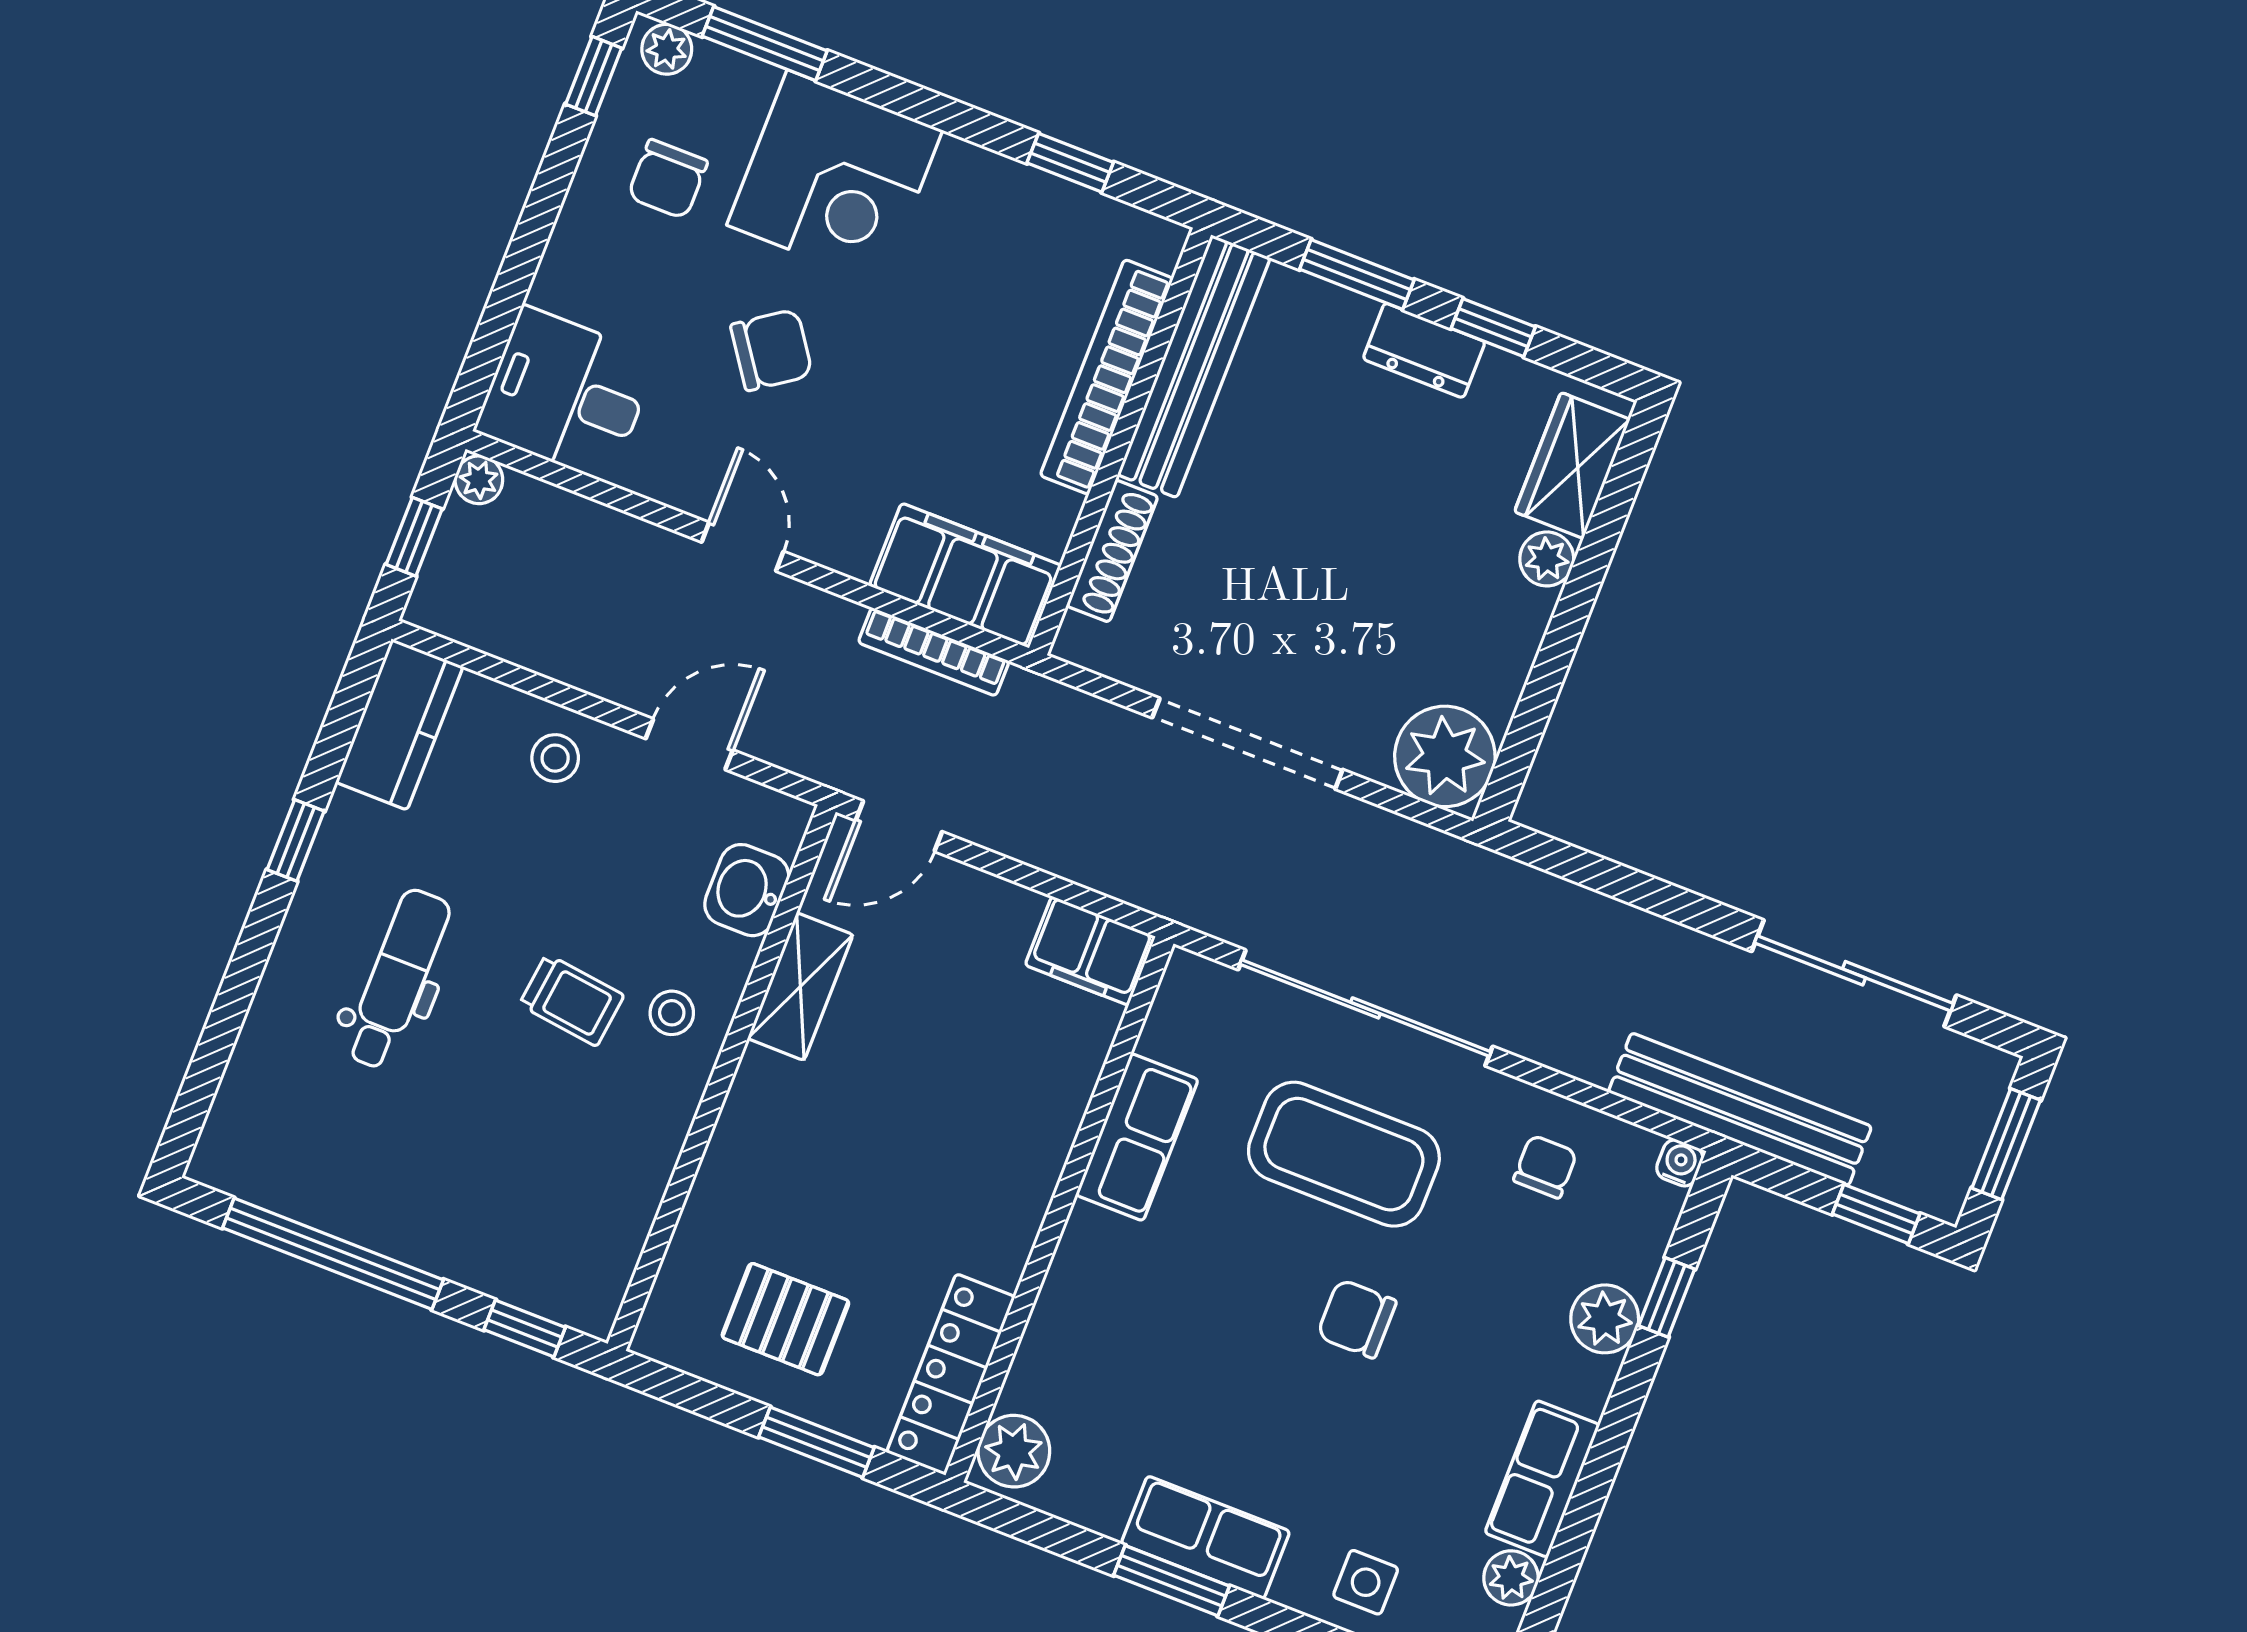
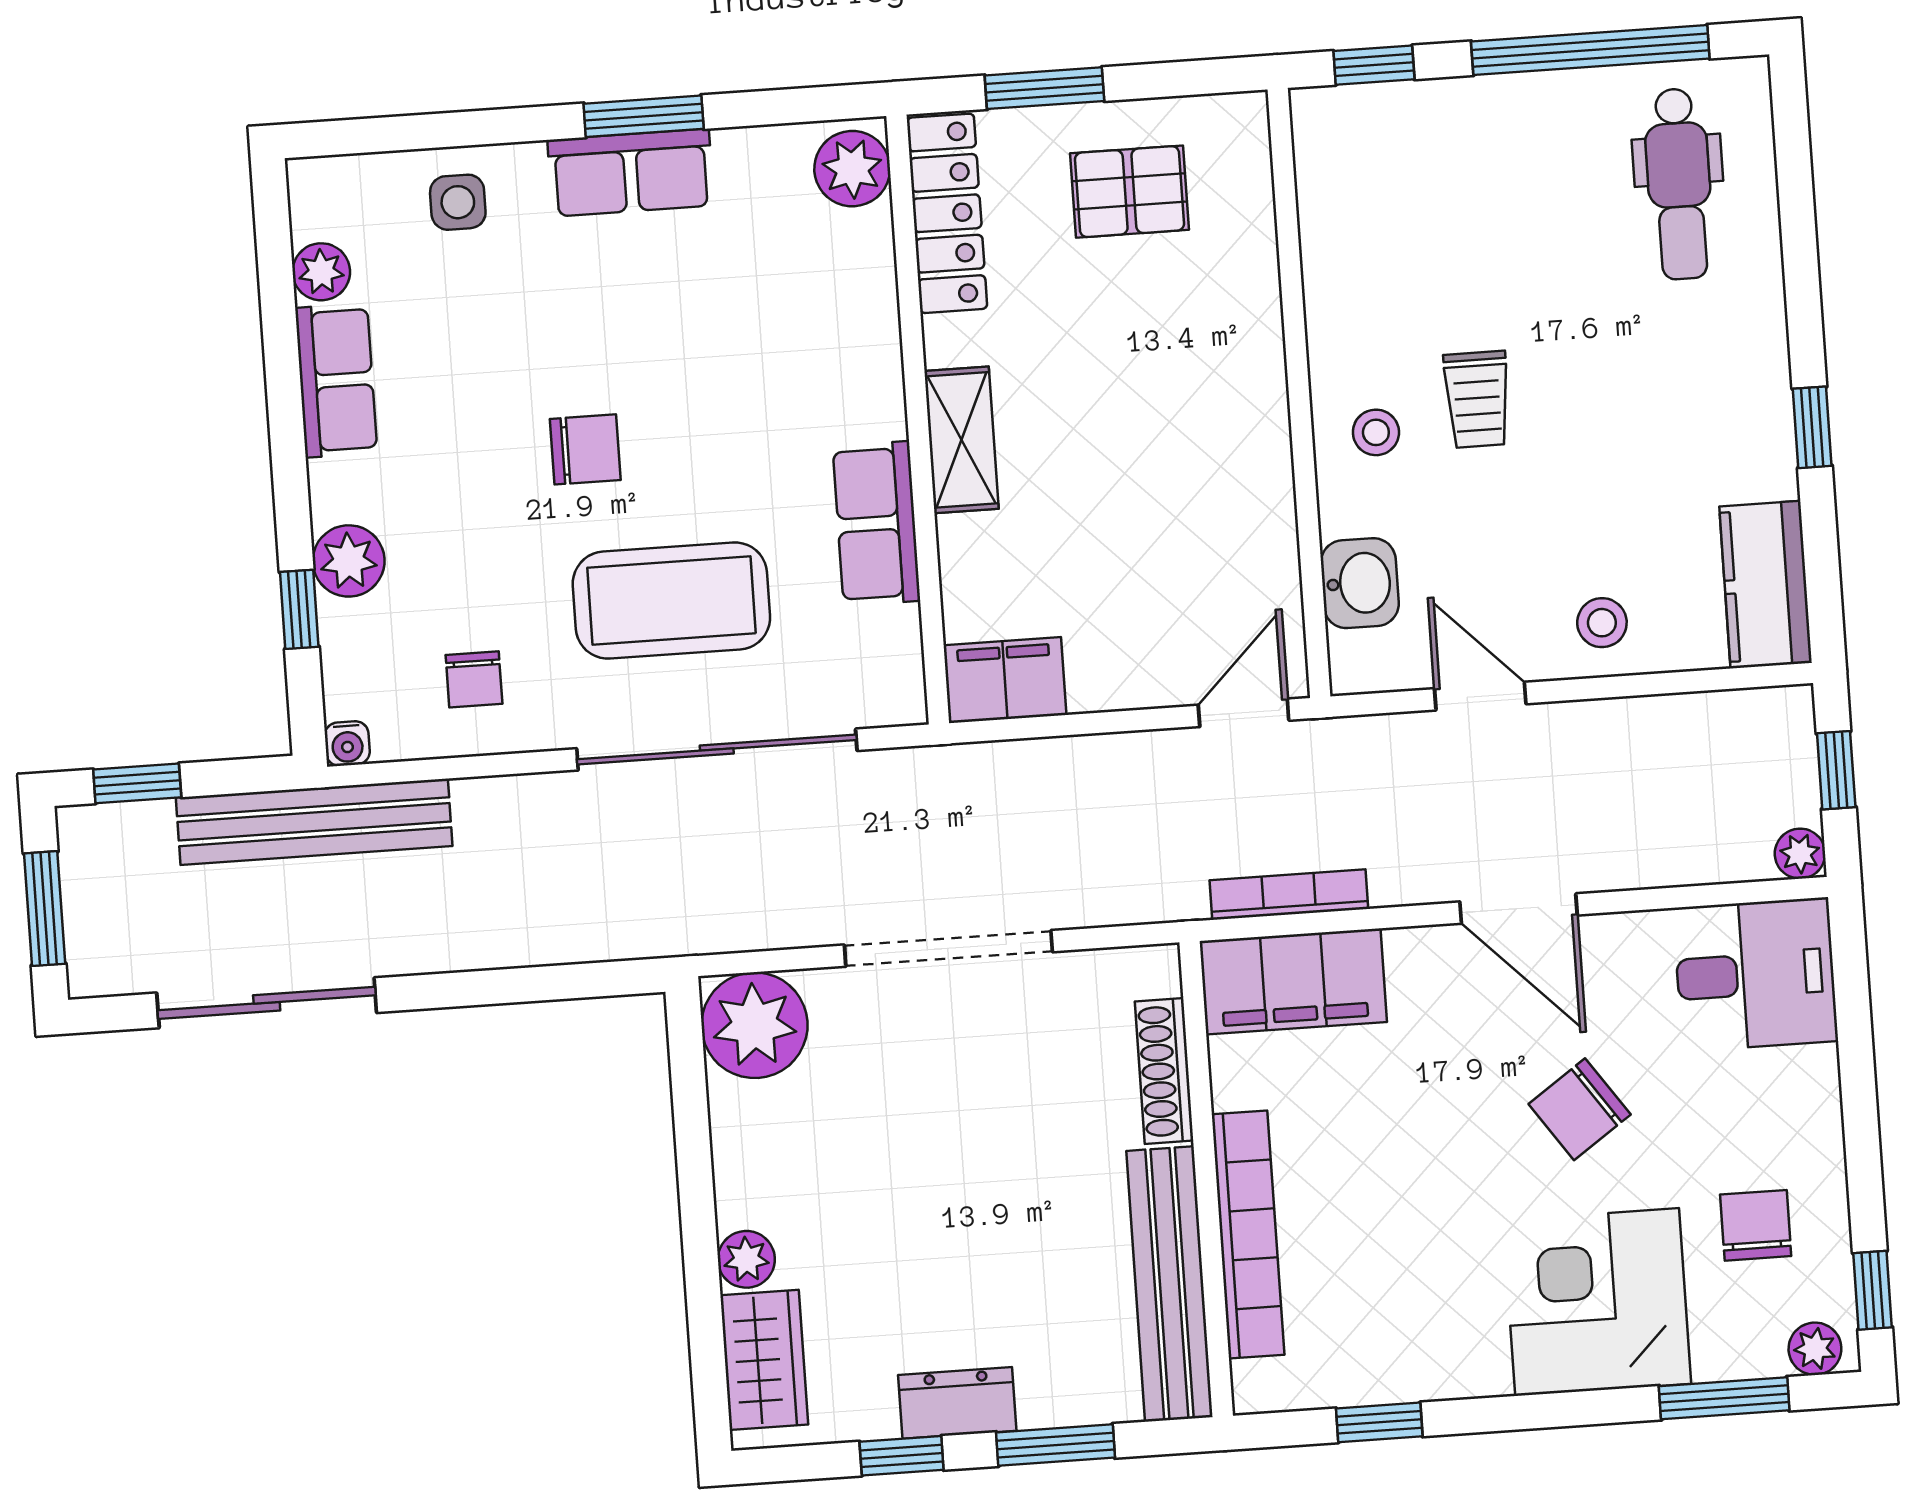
door: (743, 547) -> (1519, 909), width x1.38
door: (689, 744) -> (1480, 696), swing flipped
dental chair: (397, 979) -> (1679, 184), moved
shelving: (800, 987) -> (961, 440), moved
trolley: (572, 1000) -> (1477, 399), turned -97

